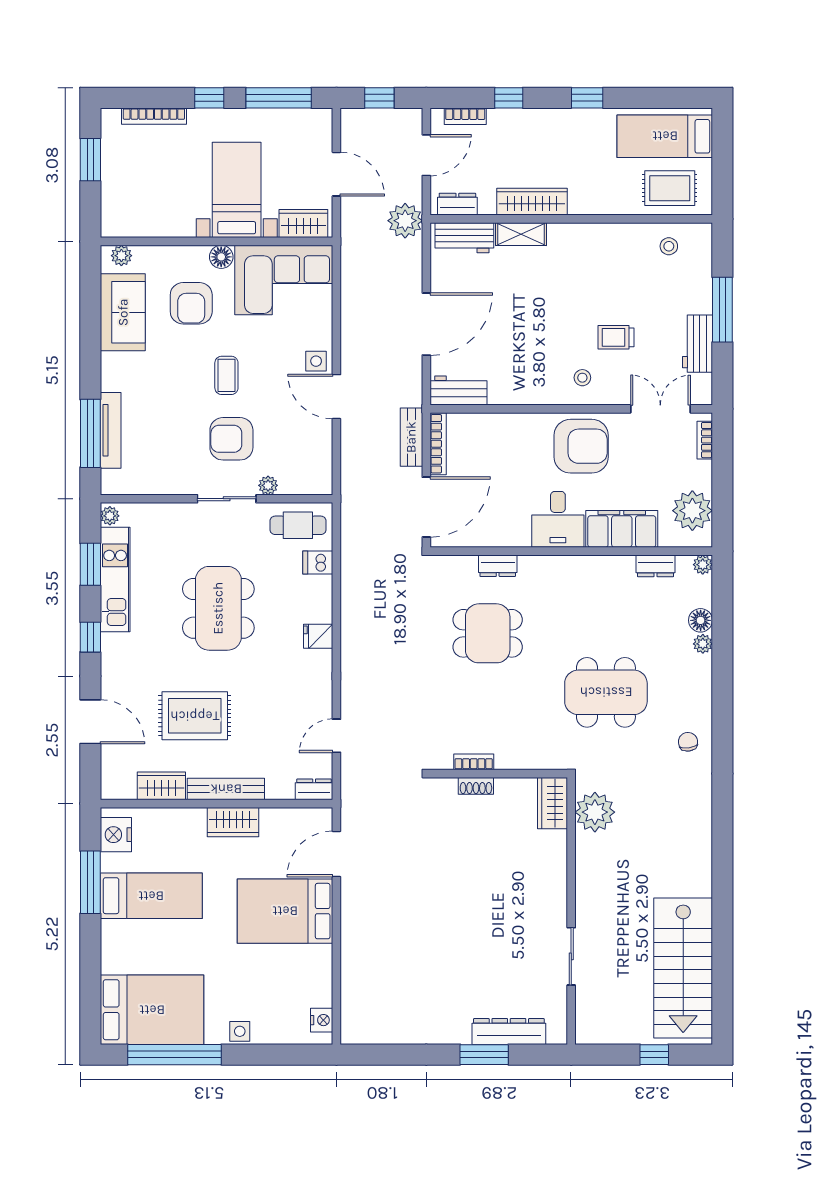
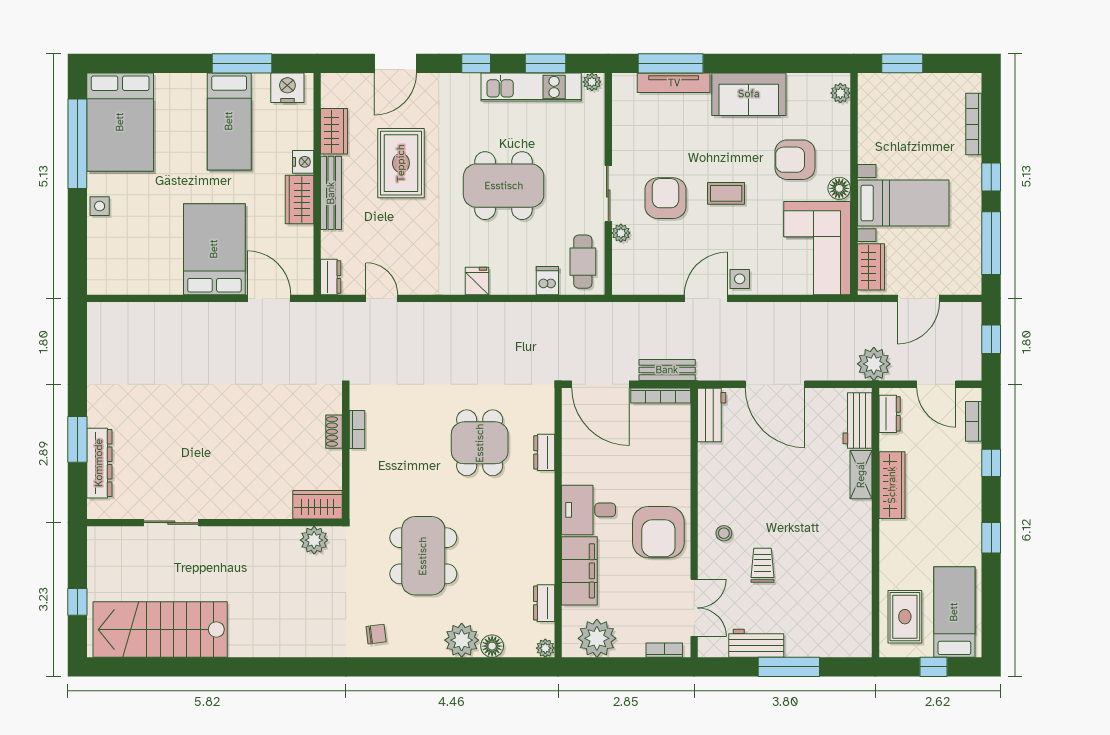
window: (722, 158) -> (933, 667), added
window: (90, 160) -> (902, 63), moved
stool: (669, 246) -> (849, 616), removed
sofa: (123, 312) -> (749, 94), moved
plant: (703, 644) -> (462, 640), width x1.88, depth x1.88
plant: (595, 812) -> (314, 540), width x0.73, depth x0.73
nightstand: (322, 1020) -> (303, 162), moved, turned -90

